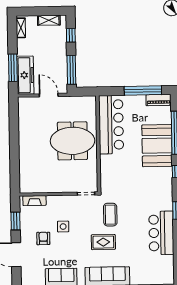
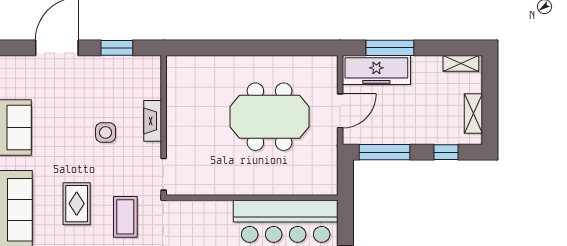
meeting table: (72, 141) -> (269, 117), moved, turned 90
fireplace: (34, 201) -> (153, 121), moved
coffee table: (110, 215) -> (125, 217), turned 90
armchair: (43, 238) -> (85, 97), removed

